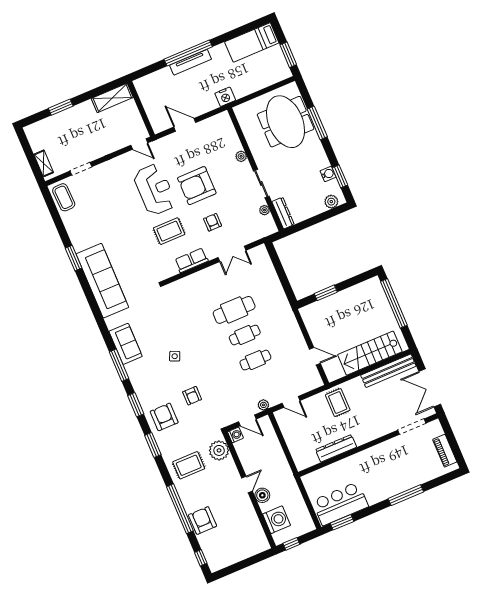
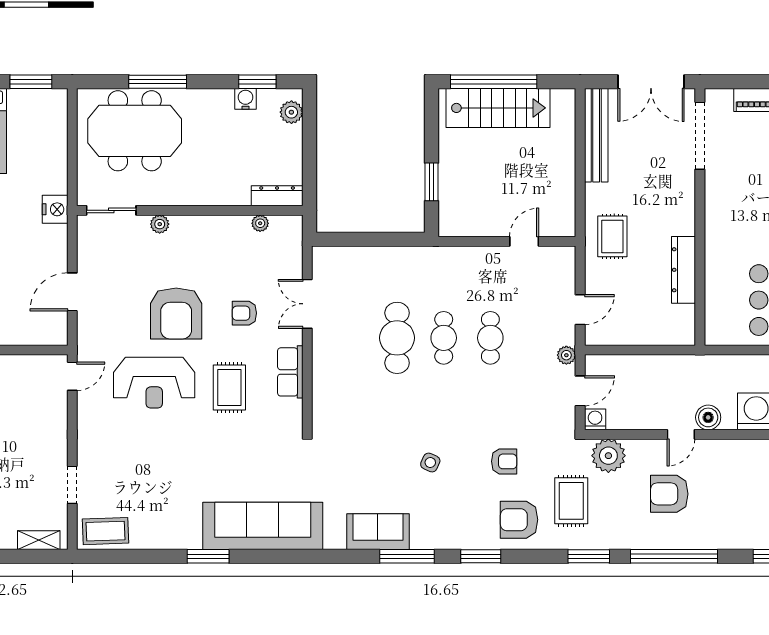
sliding door: (261, 183) -> (111, 210), moved
reception desk: (155, 190) -> (154, 383), turned 180
double door: (232, 254) -> (307, 304), swing flipped
stairs: (370, 353) -> (498, 108), moved, turned -90
rug: (338, 403) -> (612, 236), turned 90
doorway: (412, 427) -> (700, 136), width x1.36
window: (153, 445) -> (589, 556), moved
rug: (189, 465) -> (571, 501), moved
door: (247, 484) -> (681, 434), swing flipped
armchair: (203, 520) -> (669, 494), moved

